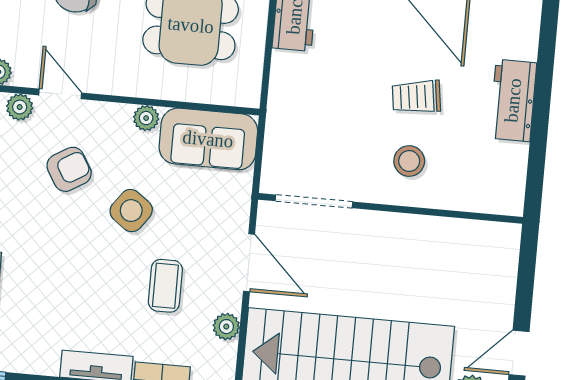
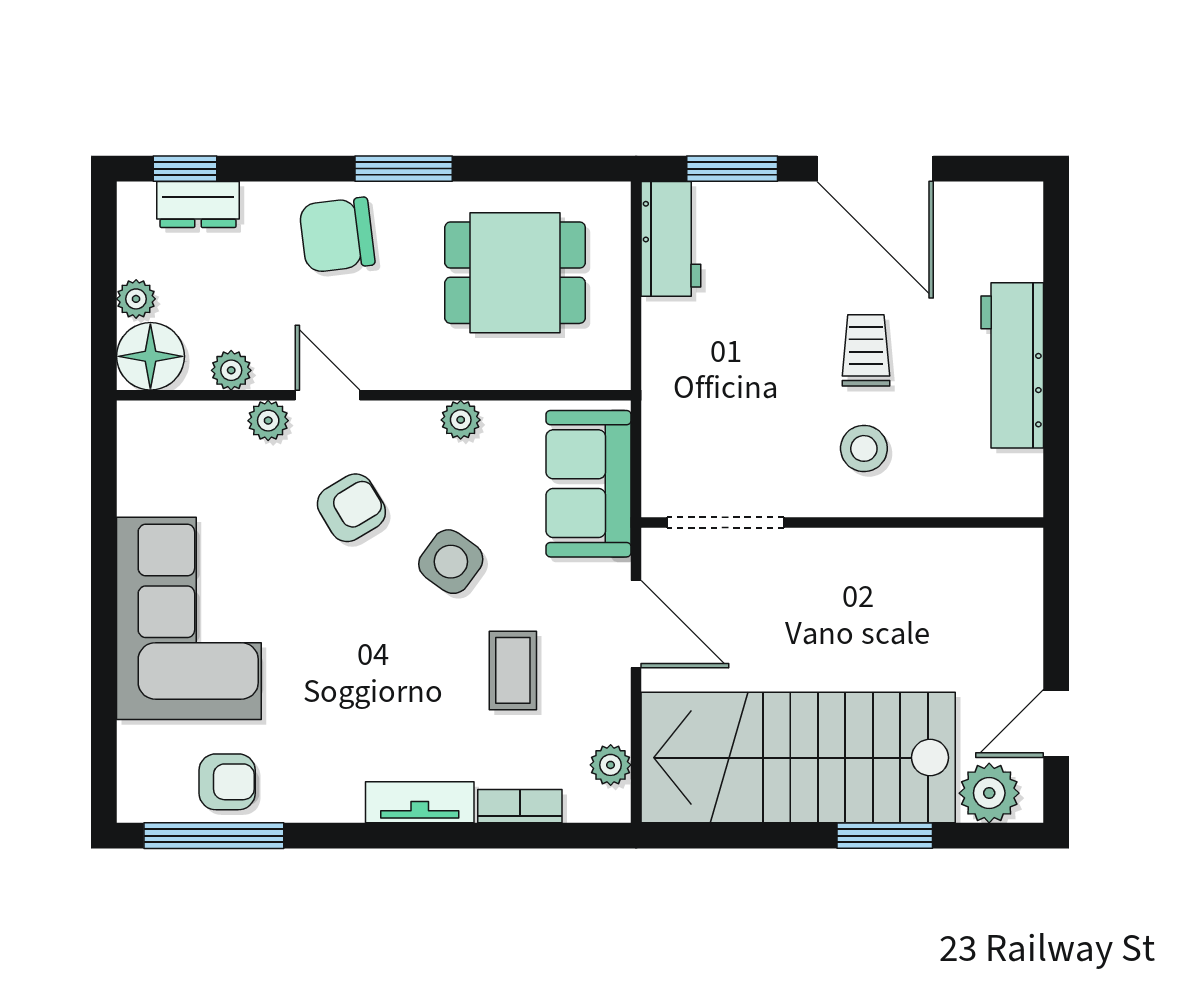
trolley: (416, 97) -> (866, 350), turned 98
workbench: (513, 100) -> (1012, 365), width x1.38
sofa: (208, 139) -> (589, 484), moved, turned 90
plant: (226, 327) -> (611, 765), moved

